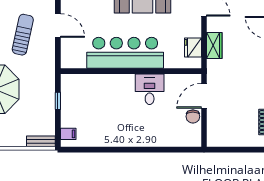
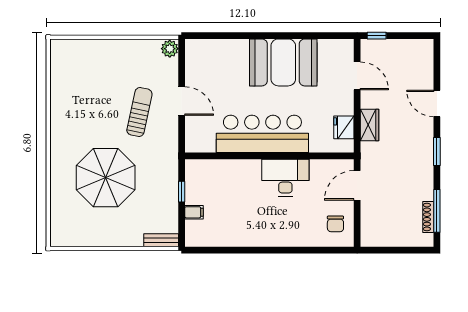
desk: (150, 89) -> (285, 178), width x1.37
chair: (193, 116) -> (335, 224), moved
filing cabinet: (68, 134) -> (194, 212), moved

